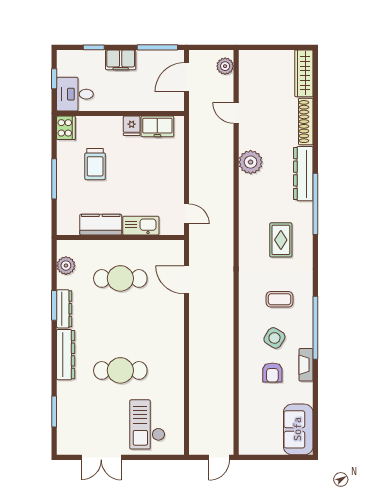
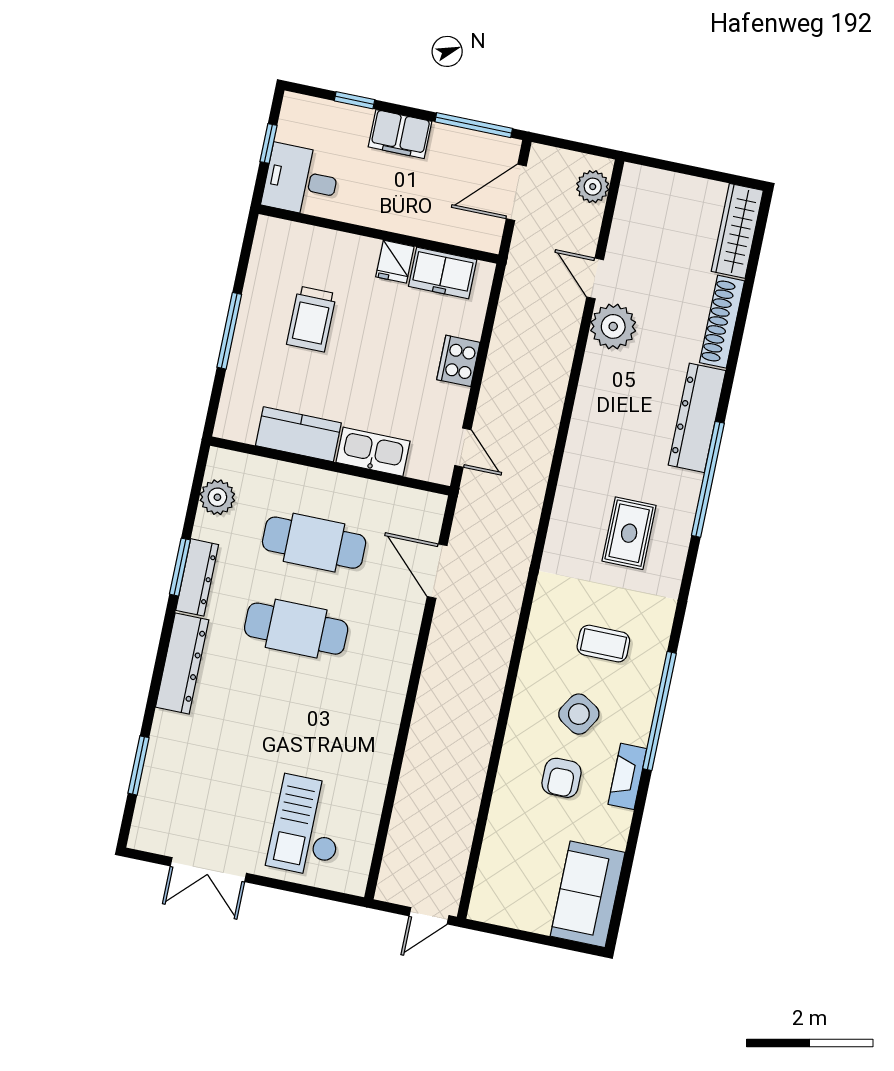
cooker: (66, 128) -> (458, 361), moved, turned 180
plant: (251, 162) -> (613, 326), moved
cafe table: (120, 370) -> (296, 629), moved

